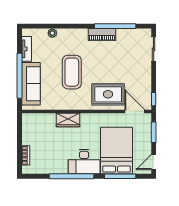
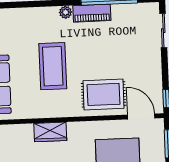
plant: (52, 33) -> (66, 12), moved

